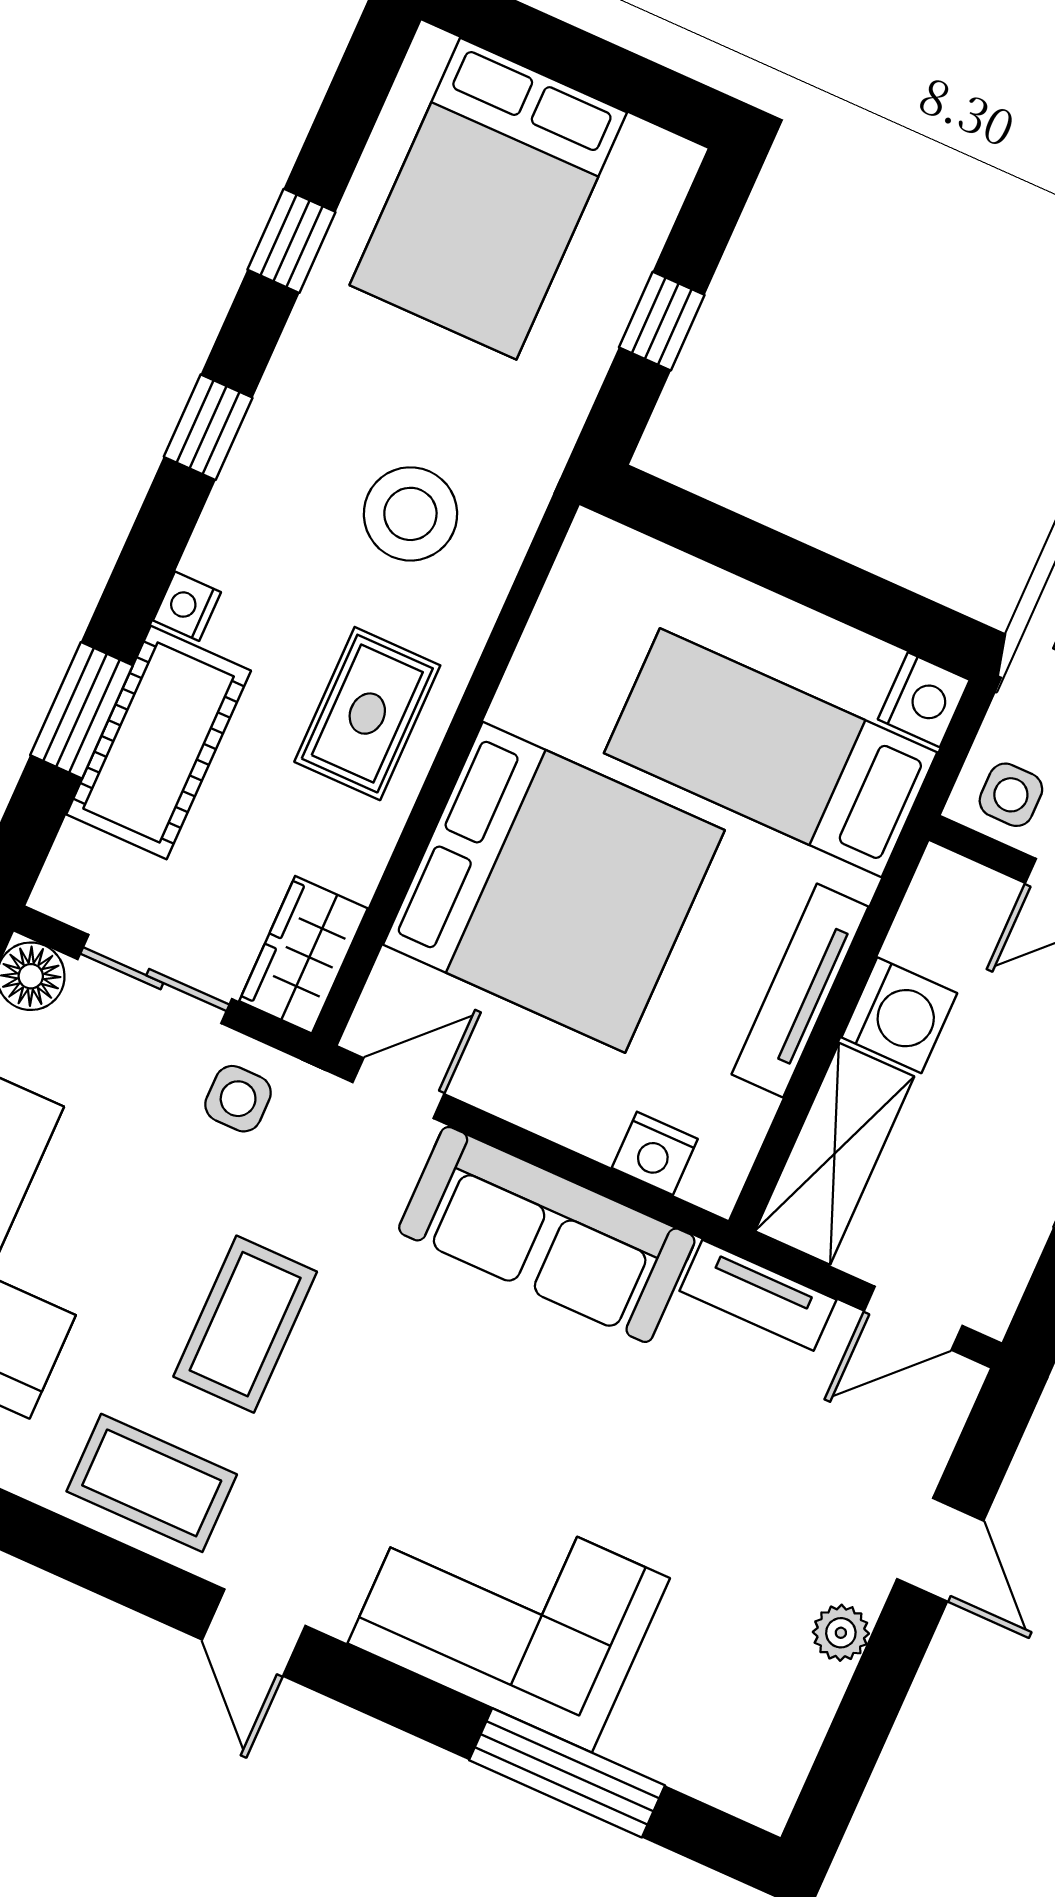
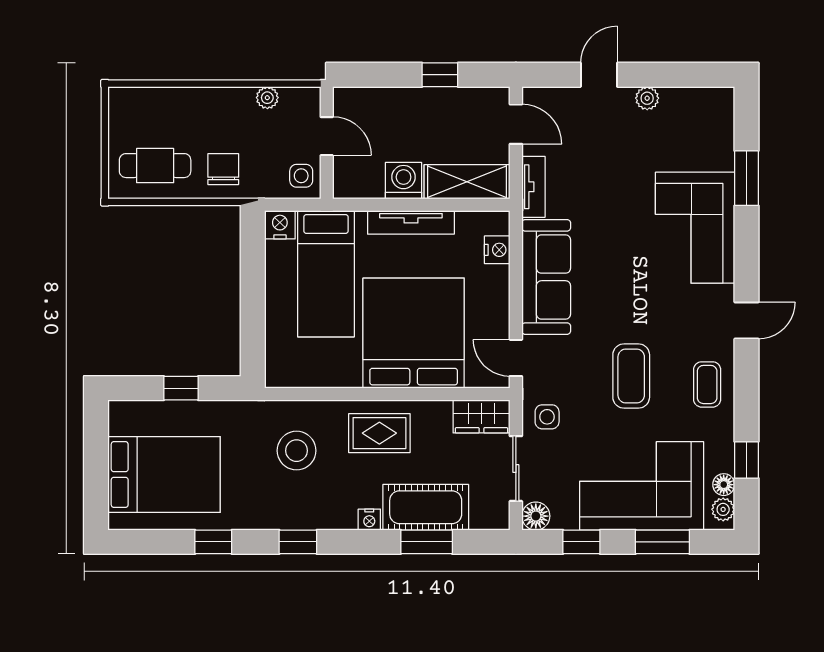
coffee table: (245, 1324) -> (631, 376), turned 90
coffee table: (152, 1483) -> (707, 384), width x0.73, depth x0.77
window: (567, 1773) -> (746, 178), width x0.69

